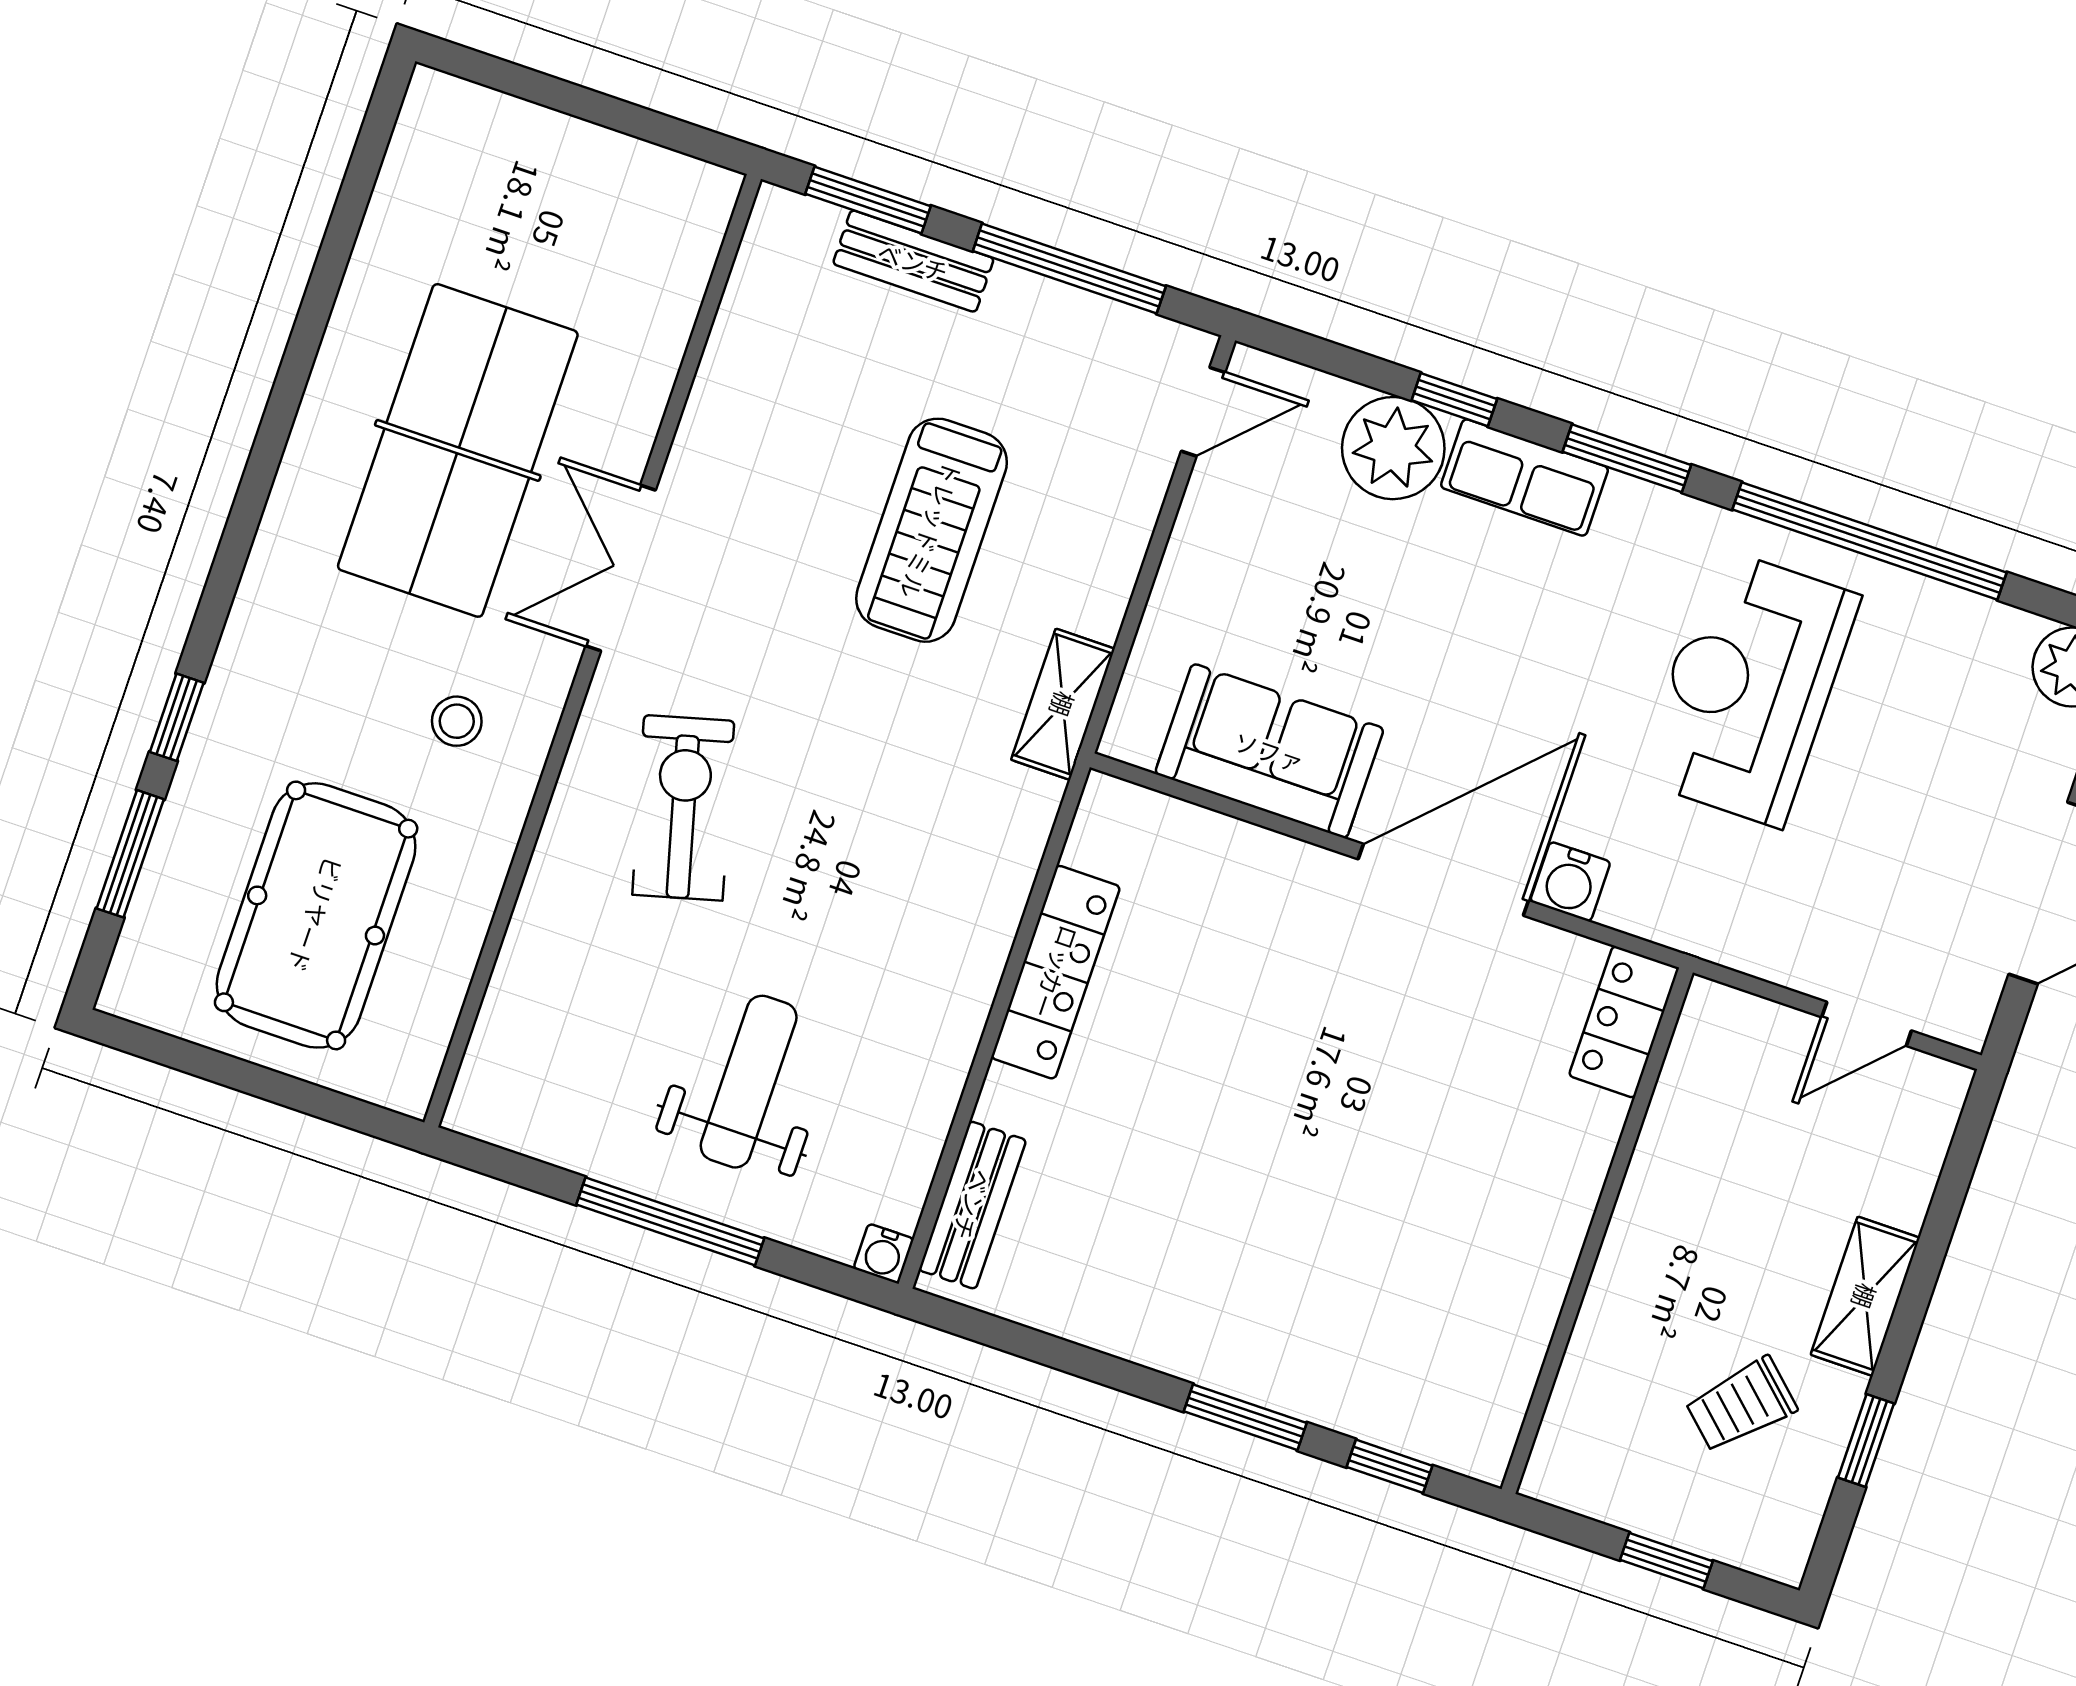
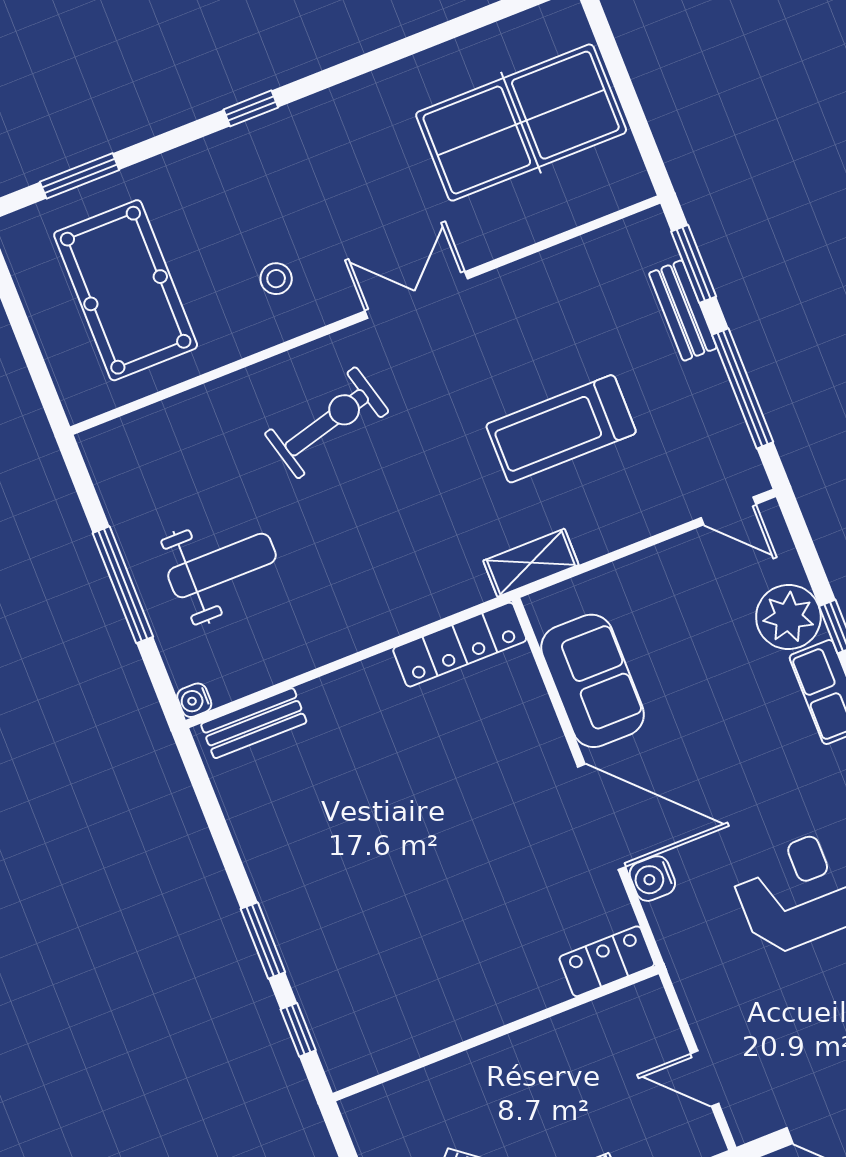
table tennis table: (458, 450) -> (521, 123), moved
window: (177, 717) -> (251, 108), moved
pool table: (316, 915) -> (126, 290), turned 90
locker: (1056, 972) -> (460, 645), moved

